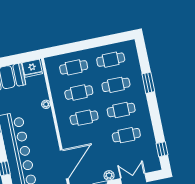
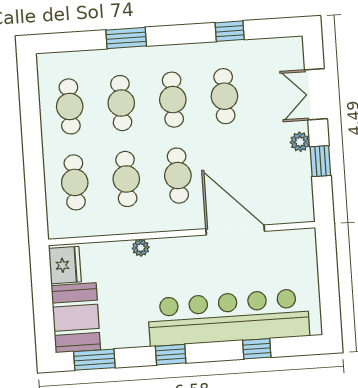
window: (162, 149) -> (230, 31), moved
door: (64, 164) -> (235, 230), moved

